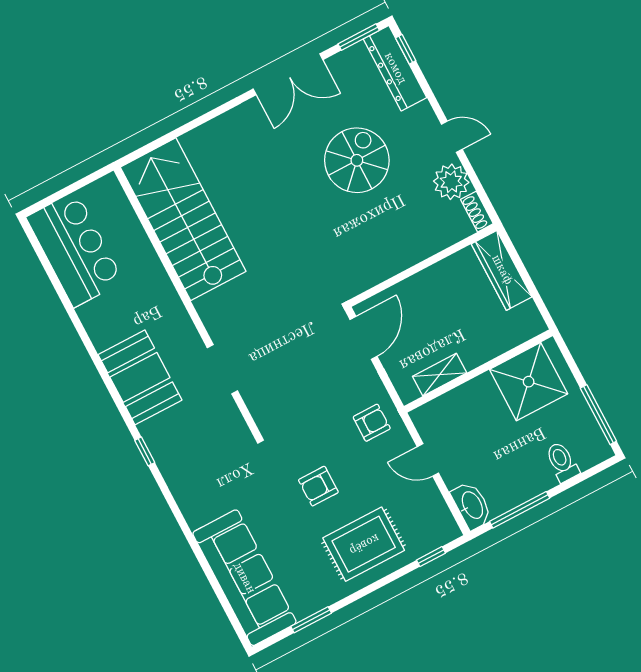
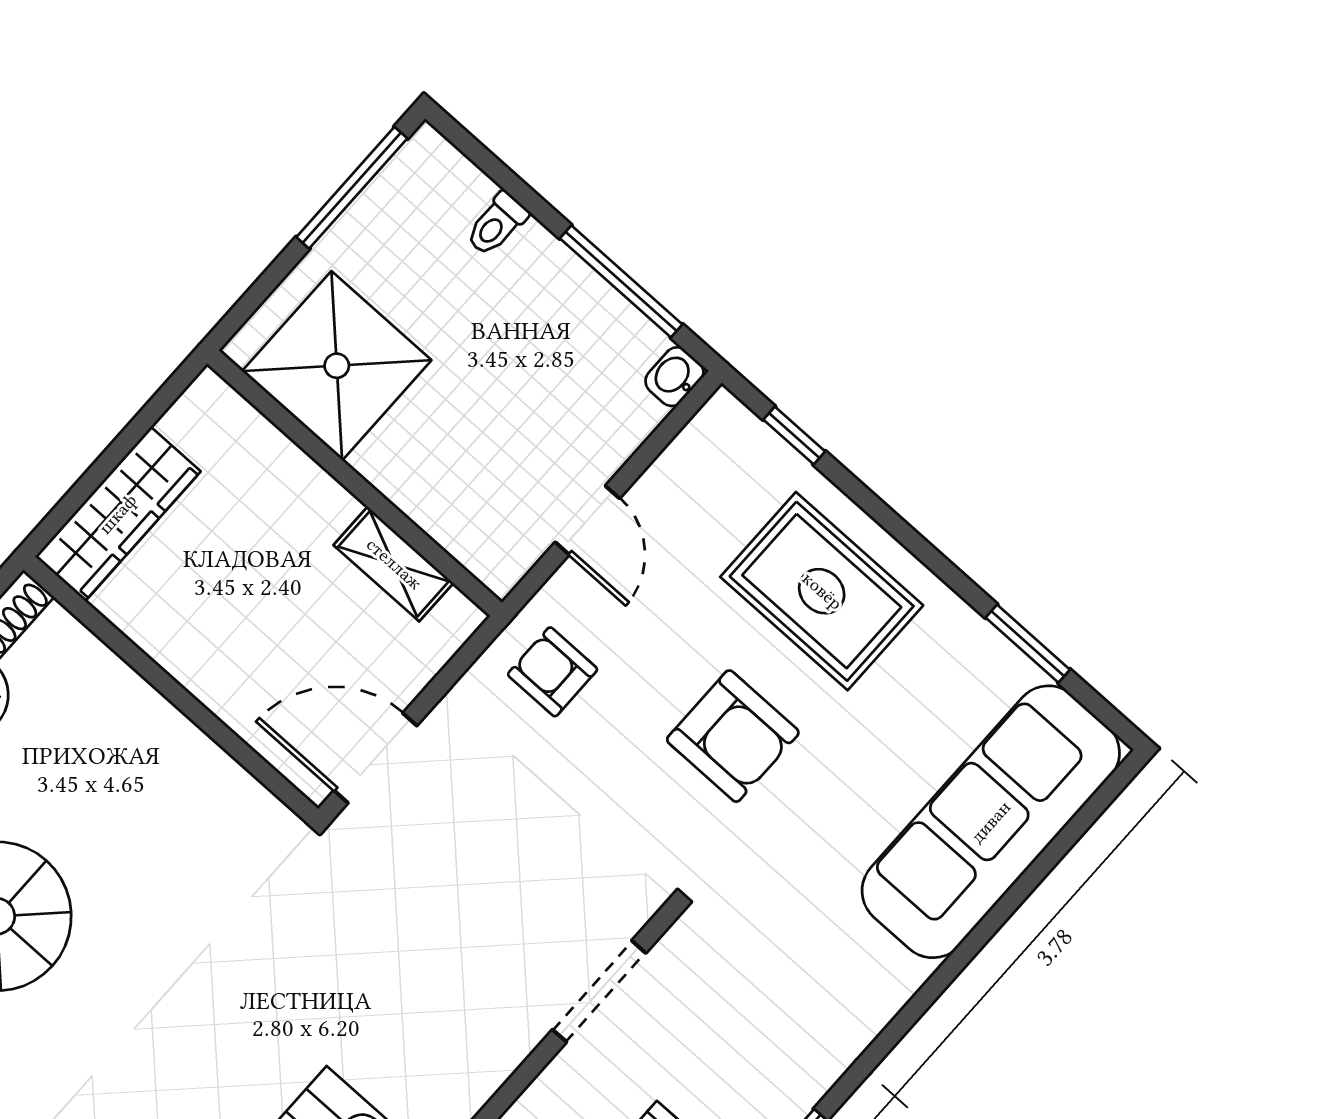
doorway: (222, 369) -> (599, 991), moved
toilet: (562, 462) -> (497, 224), width x0.73, depth x0.72
armchair: (318, 486) -> (733, 736), width x1.38, depth x1.38
washbasin: (472, 505) -> (674, 377), width x0.52, depth x0.69

